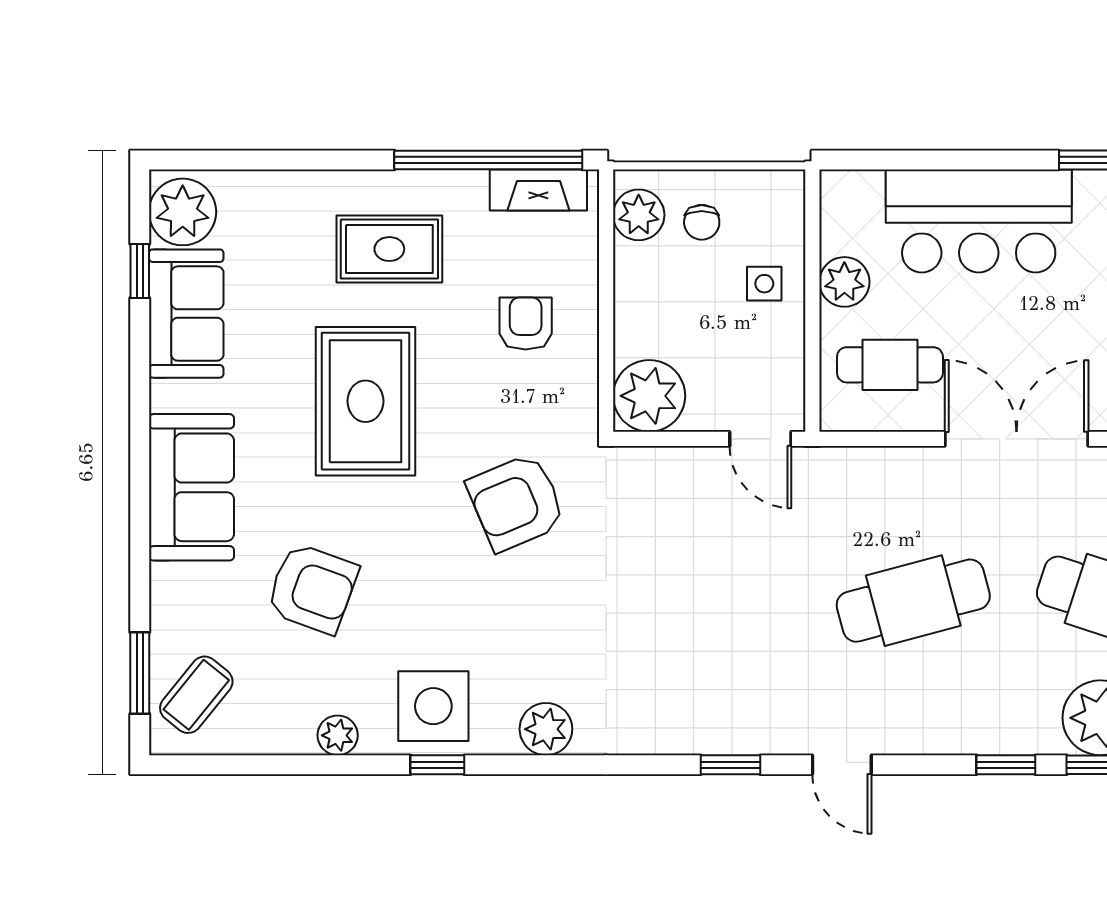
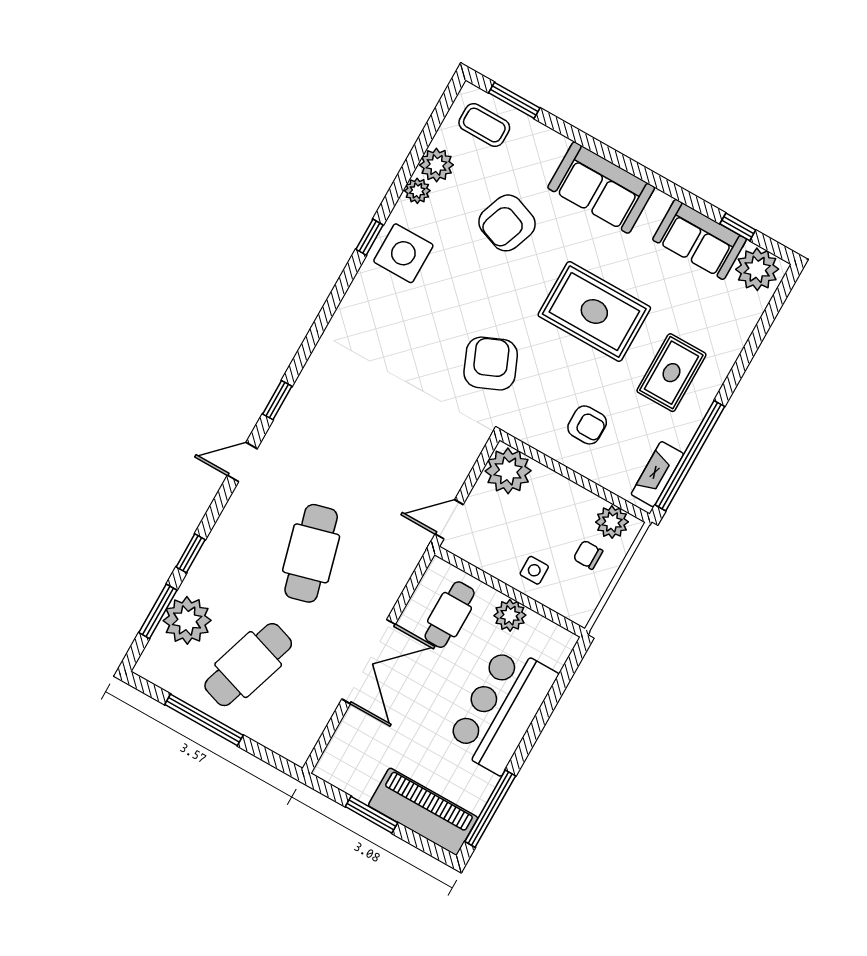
coffee table: (196, 695) -> (484, 125), turned -39
plant: (546, 729) -> (437, 165), moved

